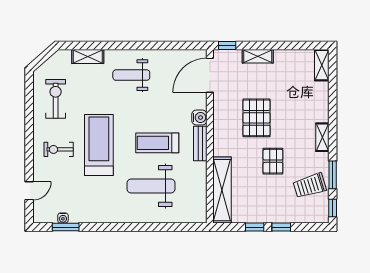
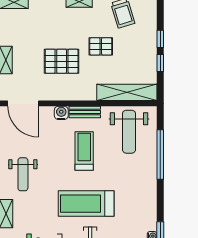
treadmill: (157, 143) -> (84, 151), turned 180
weight bench: (151, 186) -> (129, 132), moved
window: (153, 227) -> (160, 155), added

